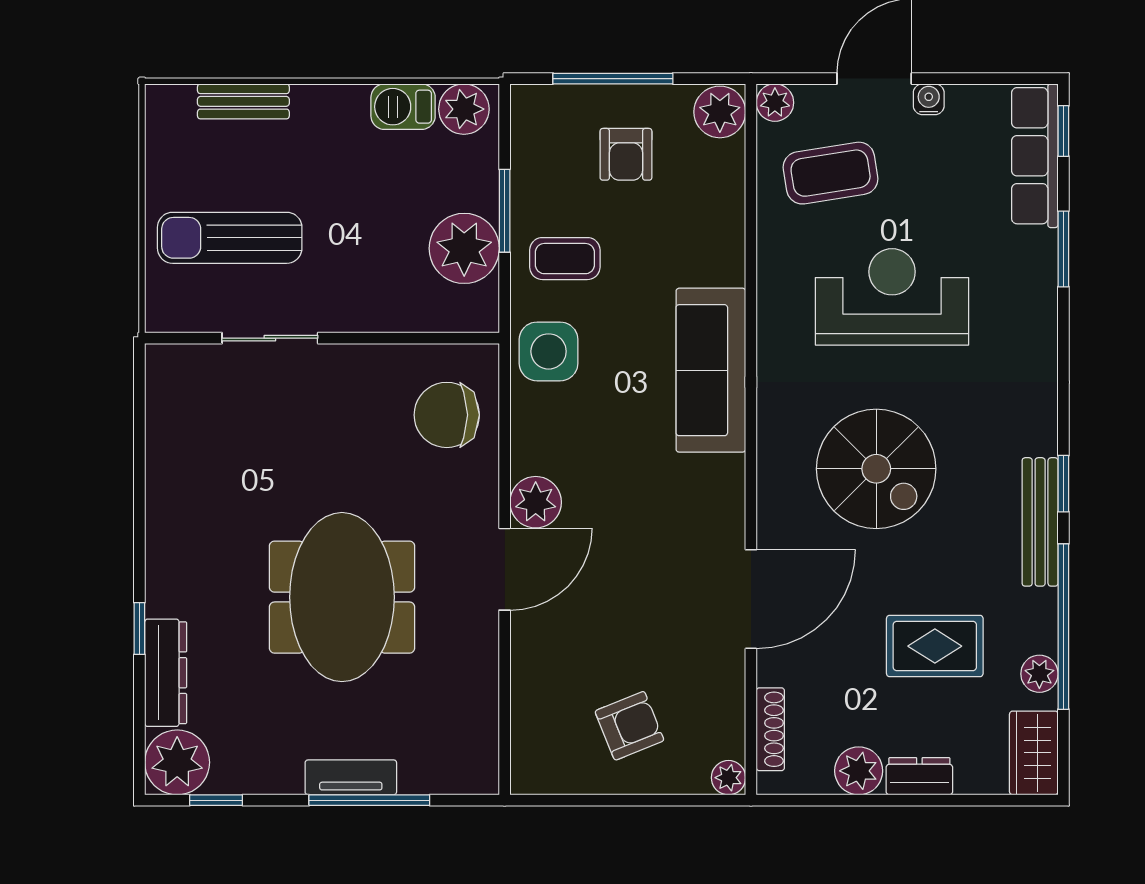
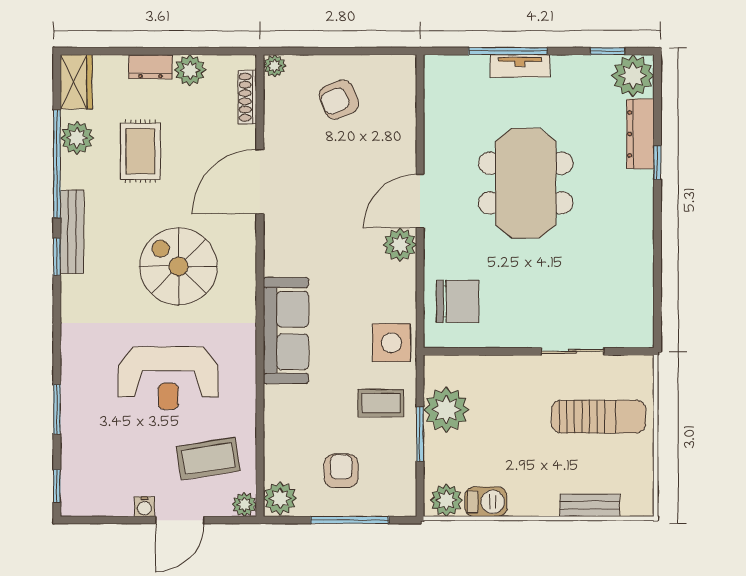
row of seats: (1035, 156) -> (75, 470), removed
rug: (935, 646) -> (140, 151), turned 90
plant: (1039, 674) -> (77, 138), width x1.38, depth x1.38

